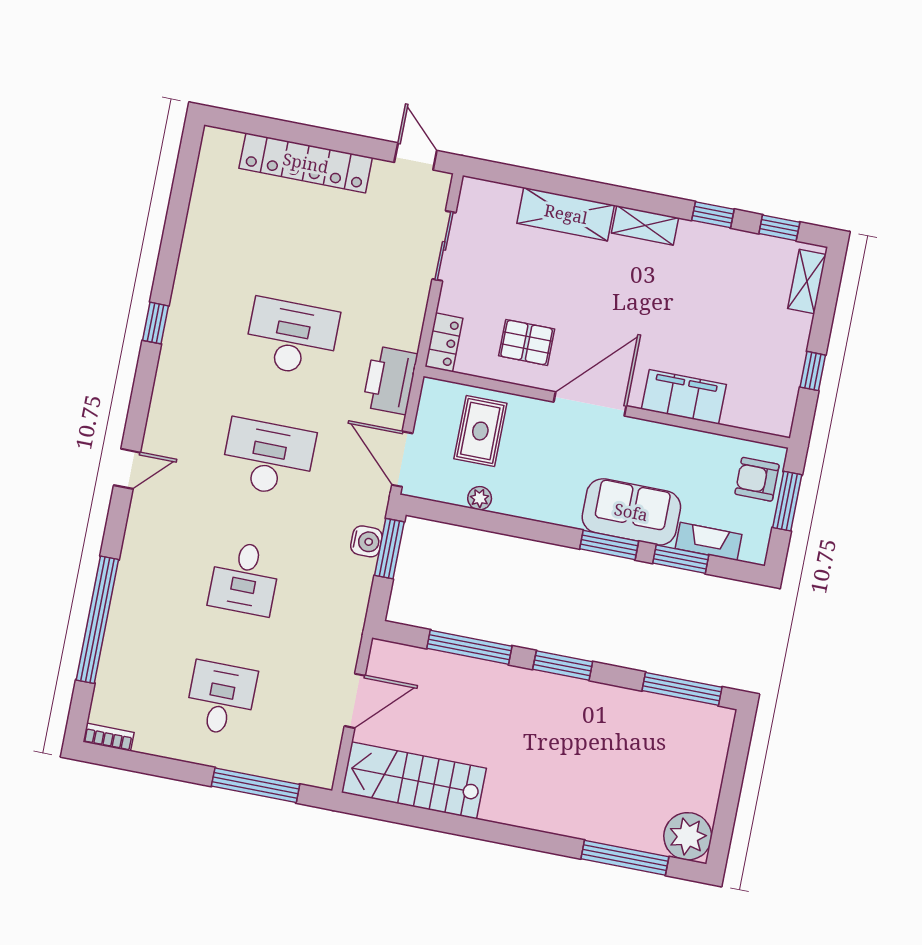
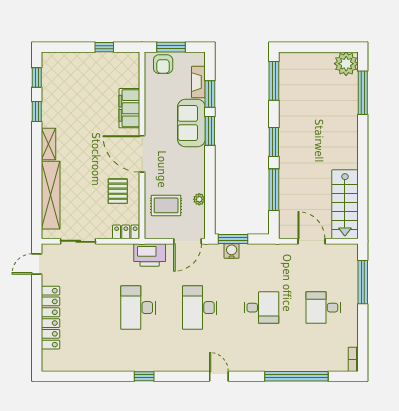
shelving: (566, 214) -> (51, 195), width x1.47
shelving: (807, 281) -> (61, 59), removed

